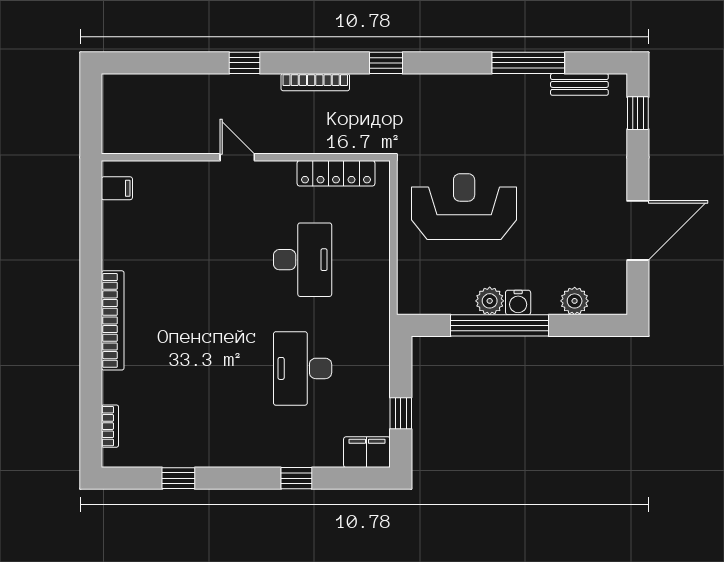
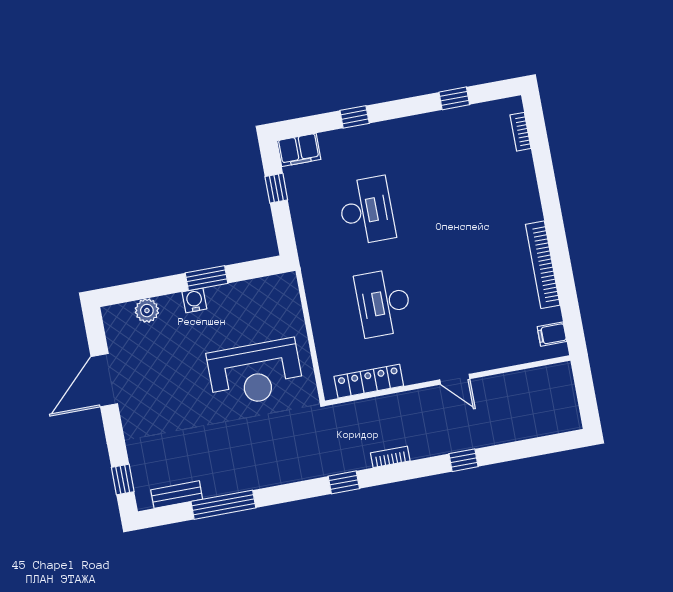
bookcase: (315, 82) -> (390, 457), width x0.64
plant: (490, 301) -> (219, 297), removed
bookcase: (113, 320) -> (543, 265), moved
window: (500, 325) -> (206, 278), width x0.47

